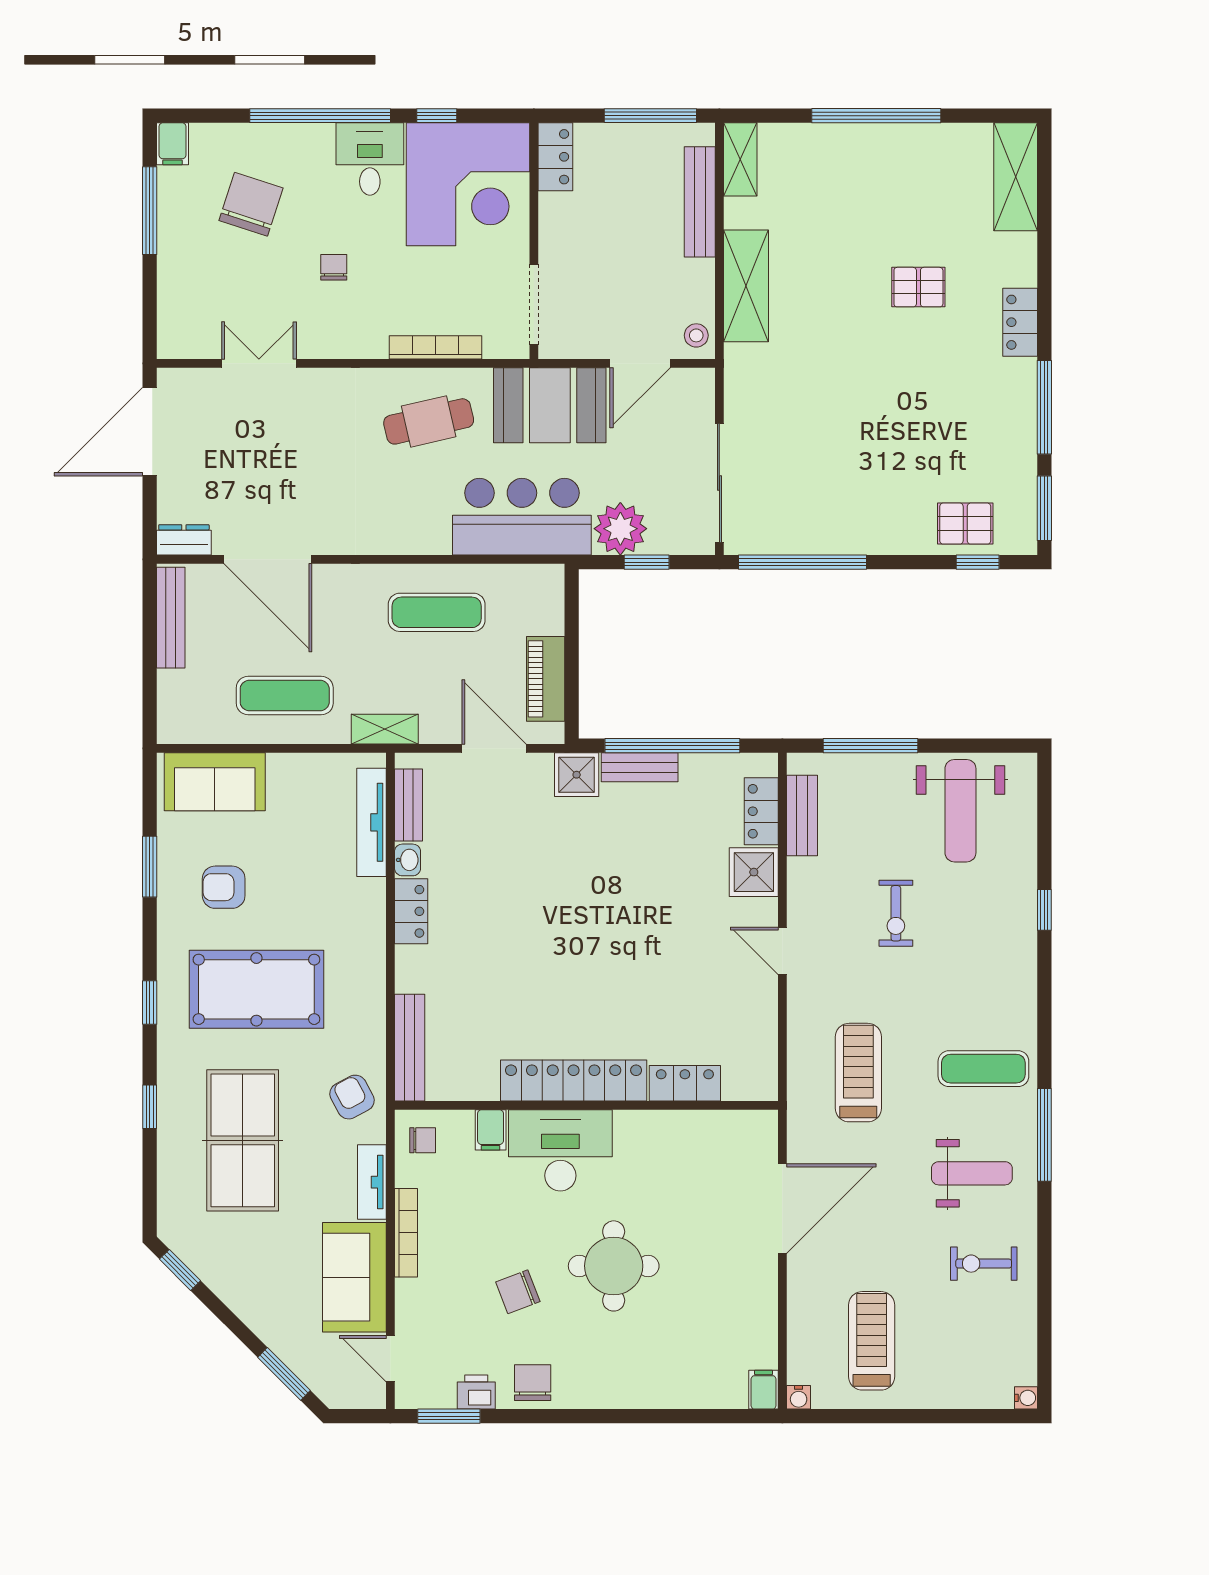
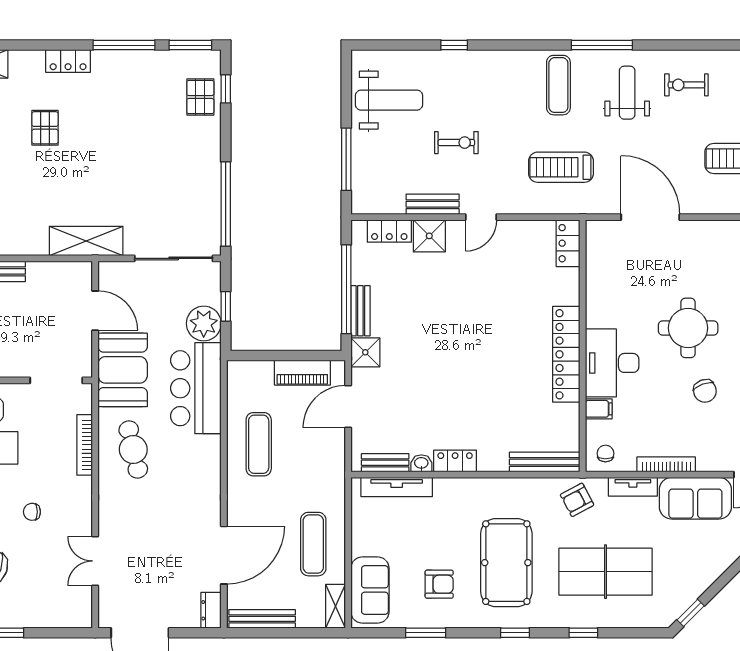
shelving: (746, 286) -> (86, 241), moved
stool: (696, 335) -> (77, 274), removed
shelving: (385, 729) -> (335, 606), moved
bench: (802, 816) -> (433, 204), moved
armchair: (224, 887) -> (439, 584), turned -90
locker: (685, 1083) -> (568, 243), moved
exercise bike: (984, 1264) -> (686, 85), turned 90

